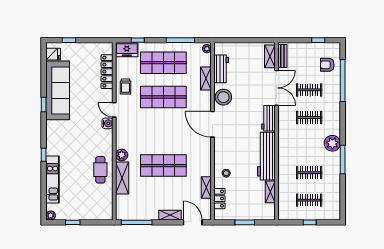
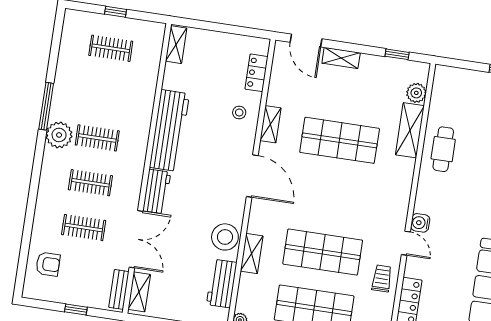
window: (318, 40) -> (76, 310), moved
shelving: (206, 79) -> (252, 254), moved
window: (343, 81) -> (27, 235), removed
double door: (277, 88) -> (136, 239), swing flipped
door: (213, 124) -> (252, 176), moved
plant: (122, 155) -> (416, 93), moved
clothes rail: (309, 173) -> (97, 138), moved
shelving: (206, 187) -> (271, 124), moved
shelving: (270, 192) -> (176, 45), moved
window: (137, 222) -> (397, 54), width x0.46
window: (245, 222) -> (221, 28), removed

